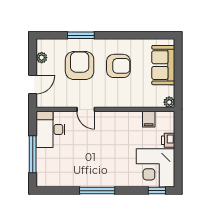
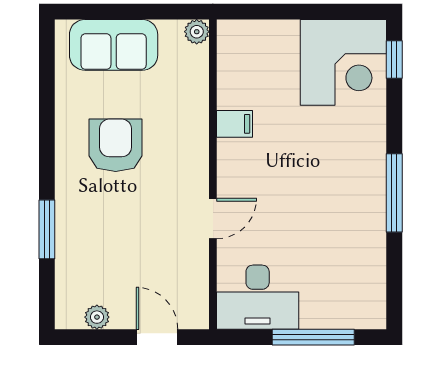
armchair: (80, 65) -> (115, 232), removed
filing cabinet: (149, 119) -> (235, 124), moved
printer: (168, 140) -> (282, 34), removed

